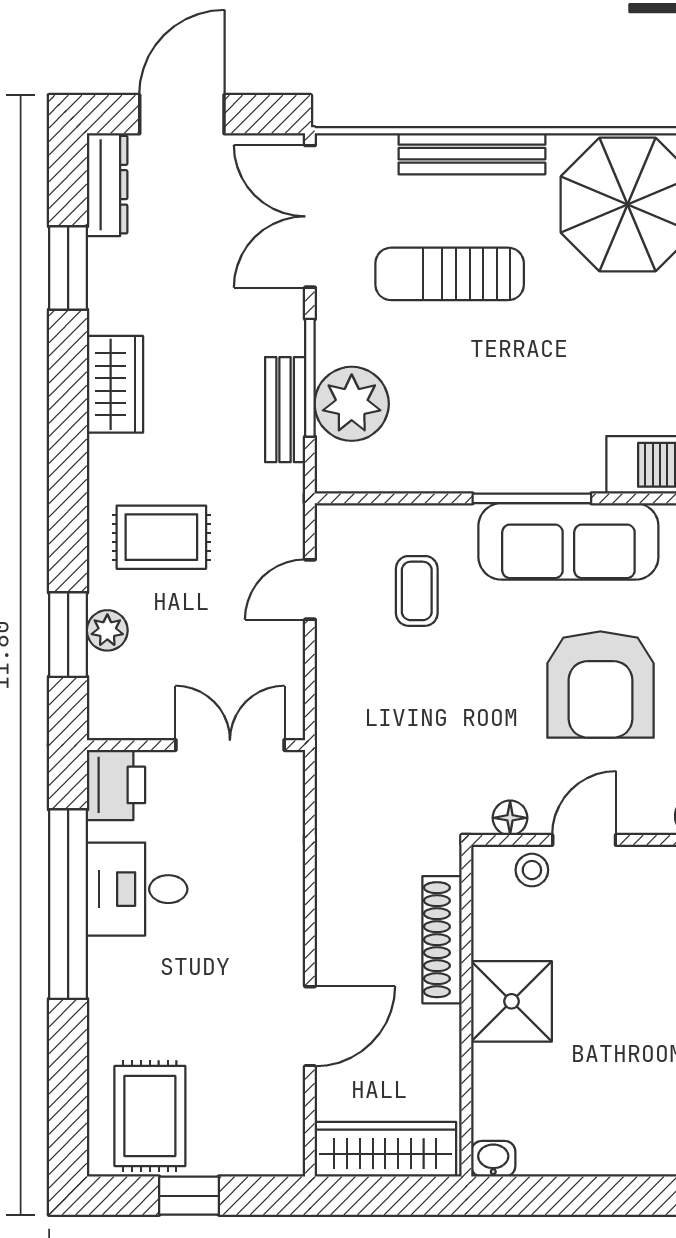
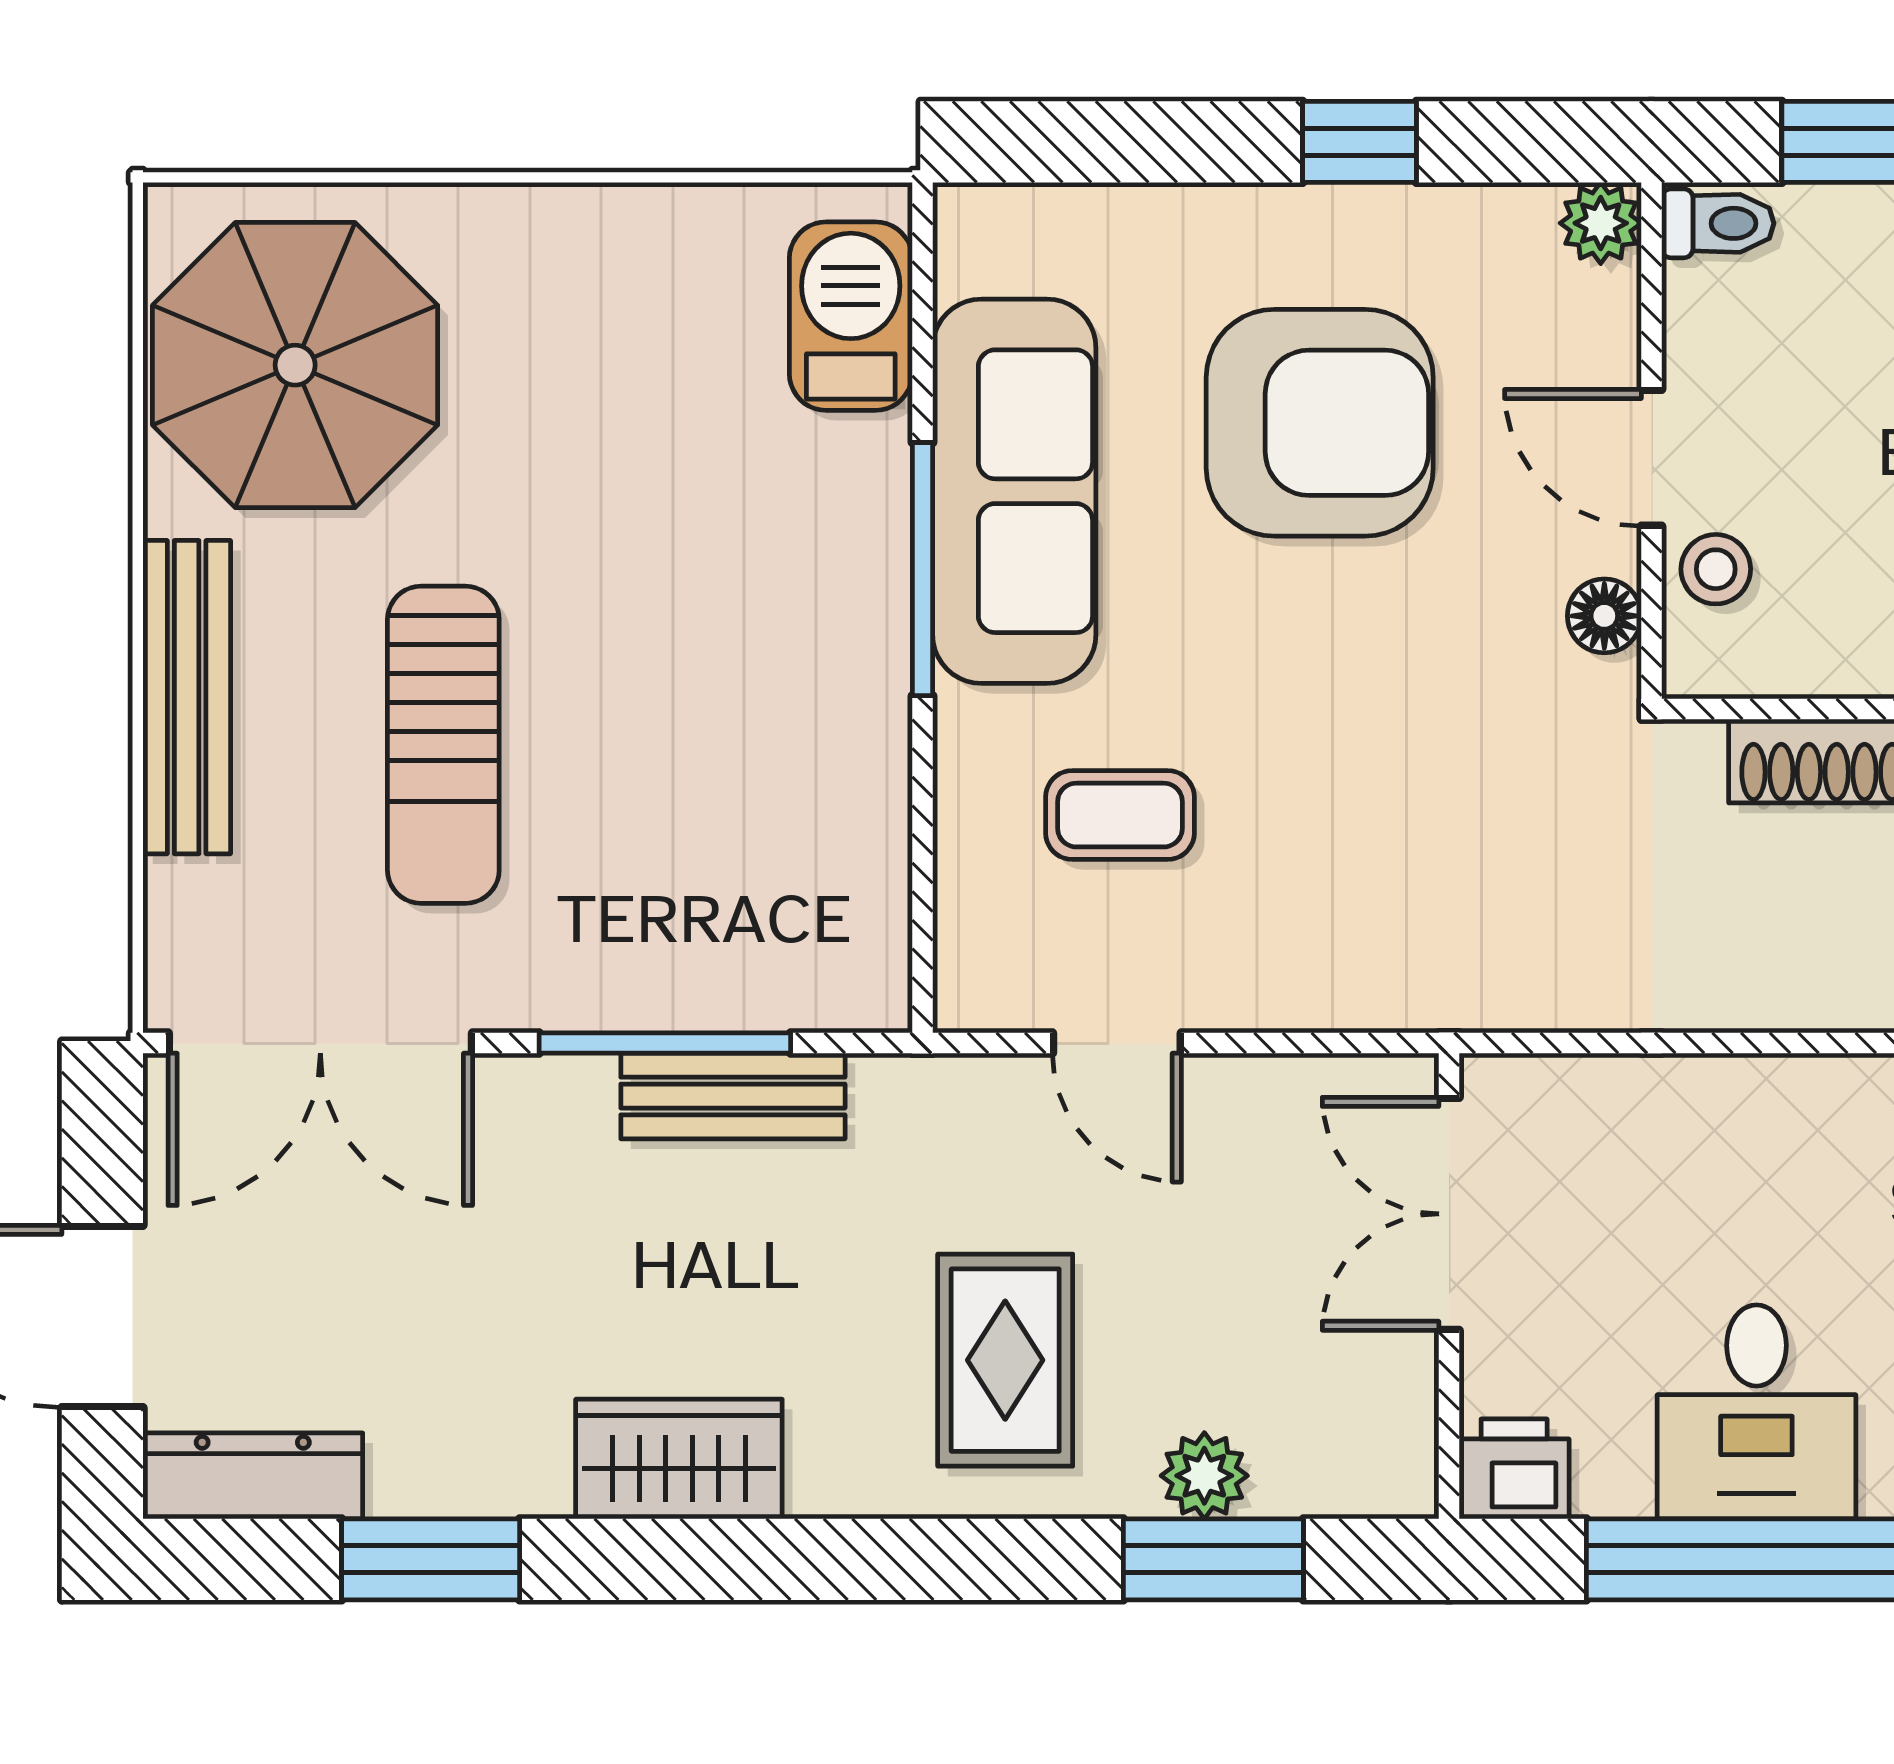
plant: (352, 404) -> (720, 954), removed
printer: (116, 785) -> (1514, 1469), width x0.73, depth x0.81

